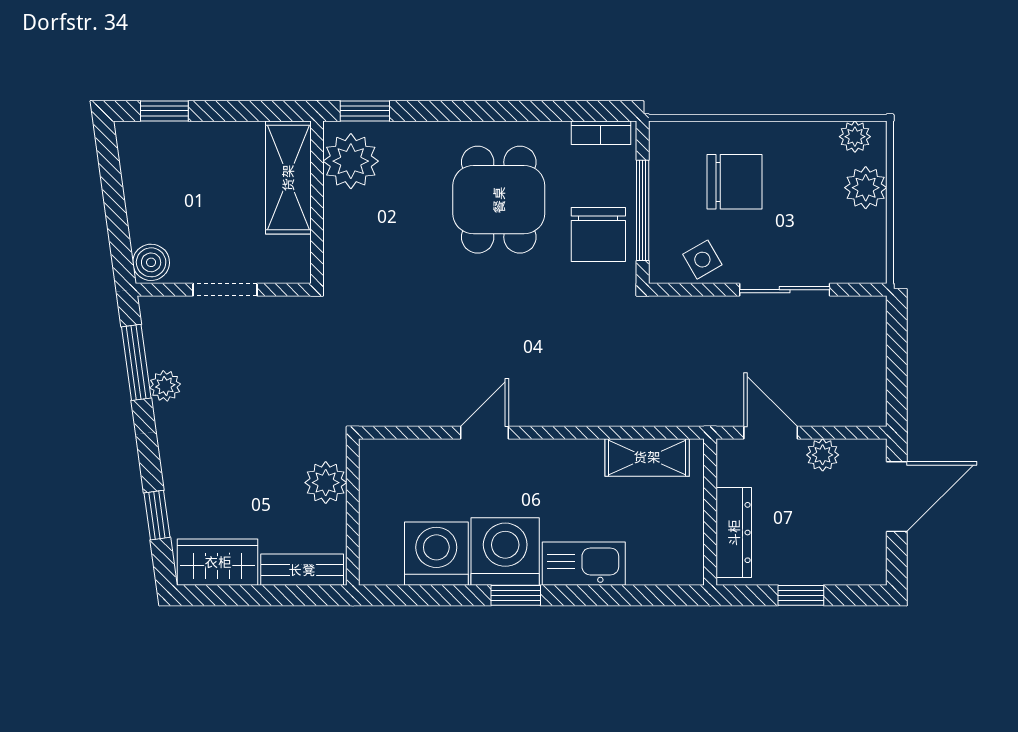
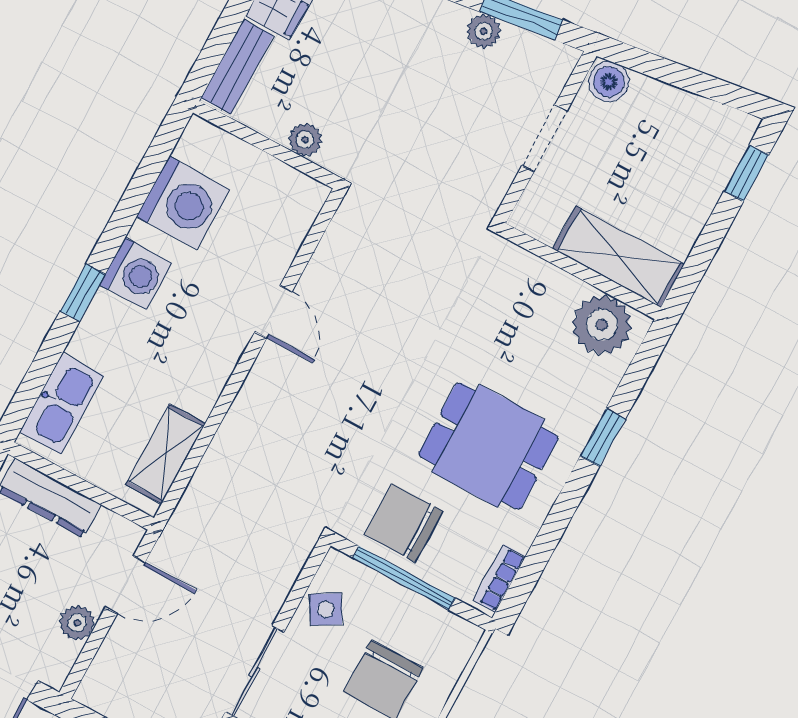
window: (365, 111) -> (603, 437), moved
plant: (326, 483) -> (305, 140), width x0.73, depth x0.73
washing machine: (505, 552) -> (136, 274), width x0.73, depth x0.73
kitchen sink: (584, 564) -> (62, 404), moved
window: (516, 595) -> (83, 293), moved

